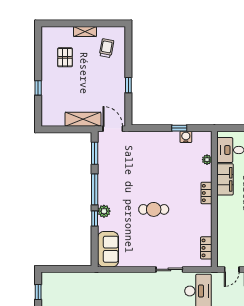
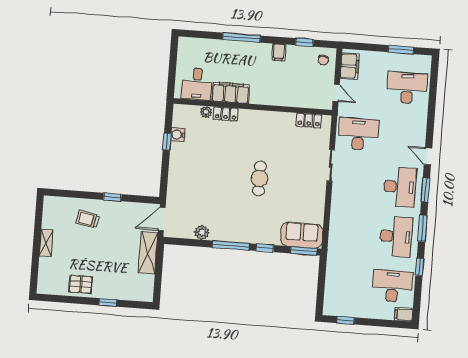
trolley: (107, 48) -> (88, 219), moved
pallet: (65, 57) -> (81, 284), moved
window: (95, 153) -> (304, 251), moved
locker: (207, 193) -> (226, 114), moved
plant: (104, 211) -> (202, 232), moved

